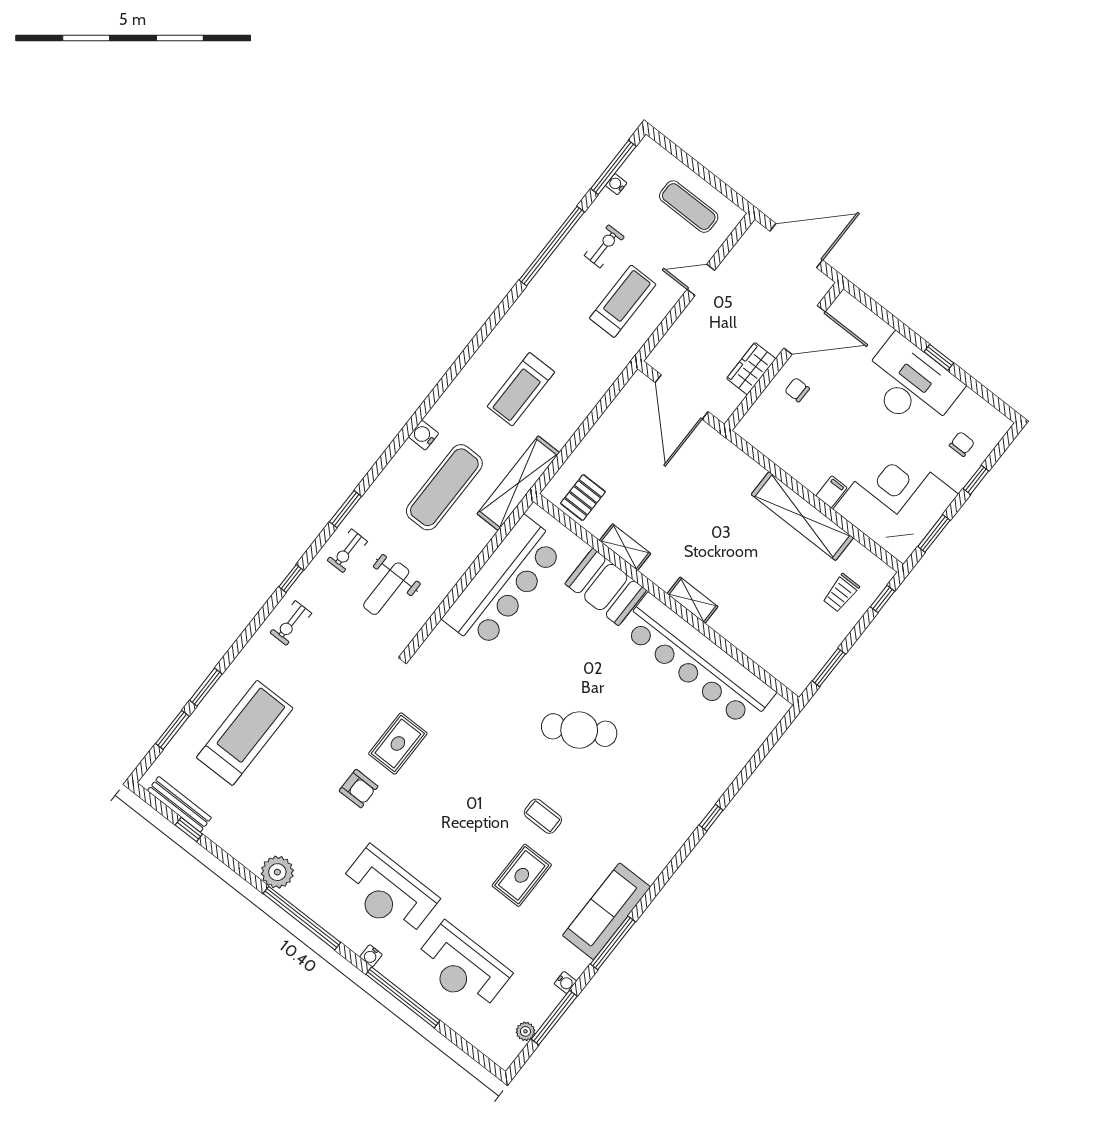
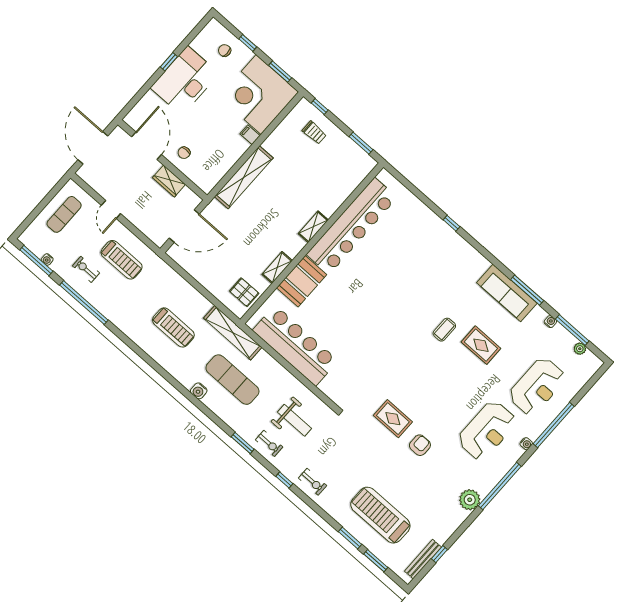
treadmill: (623, 301) -> (122, 260), turned 180
shelving: (802, 516) -> (244, 177), moved
cafe table: (579, 730) -> (391, 303), removed

